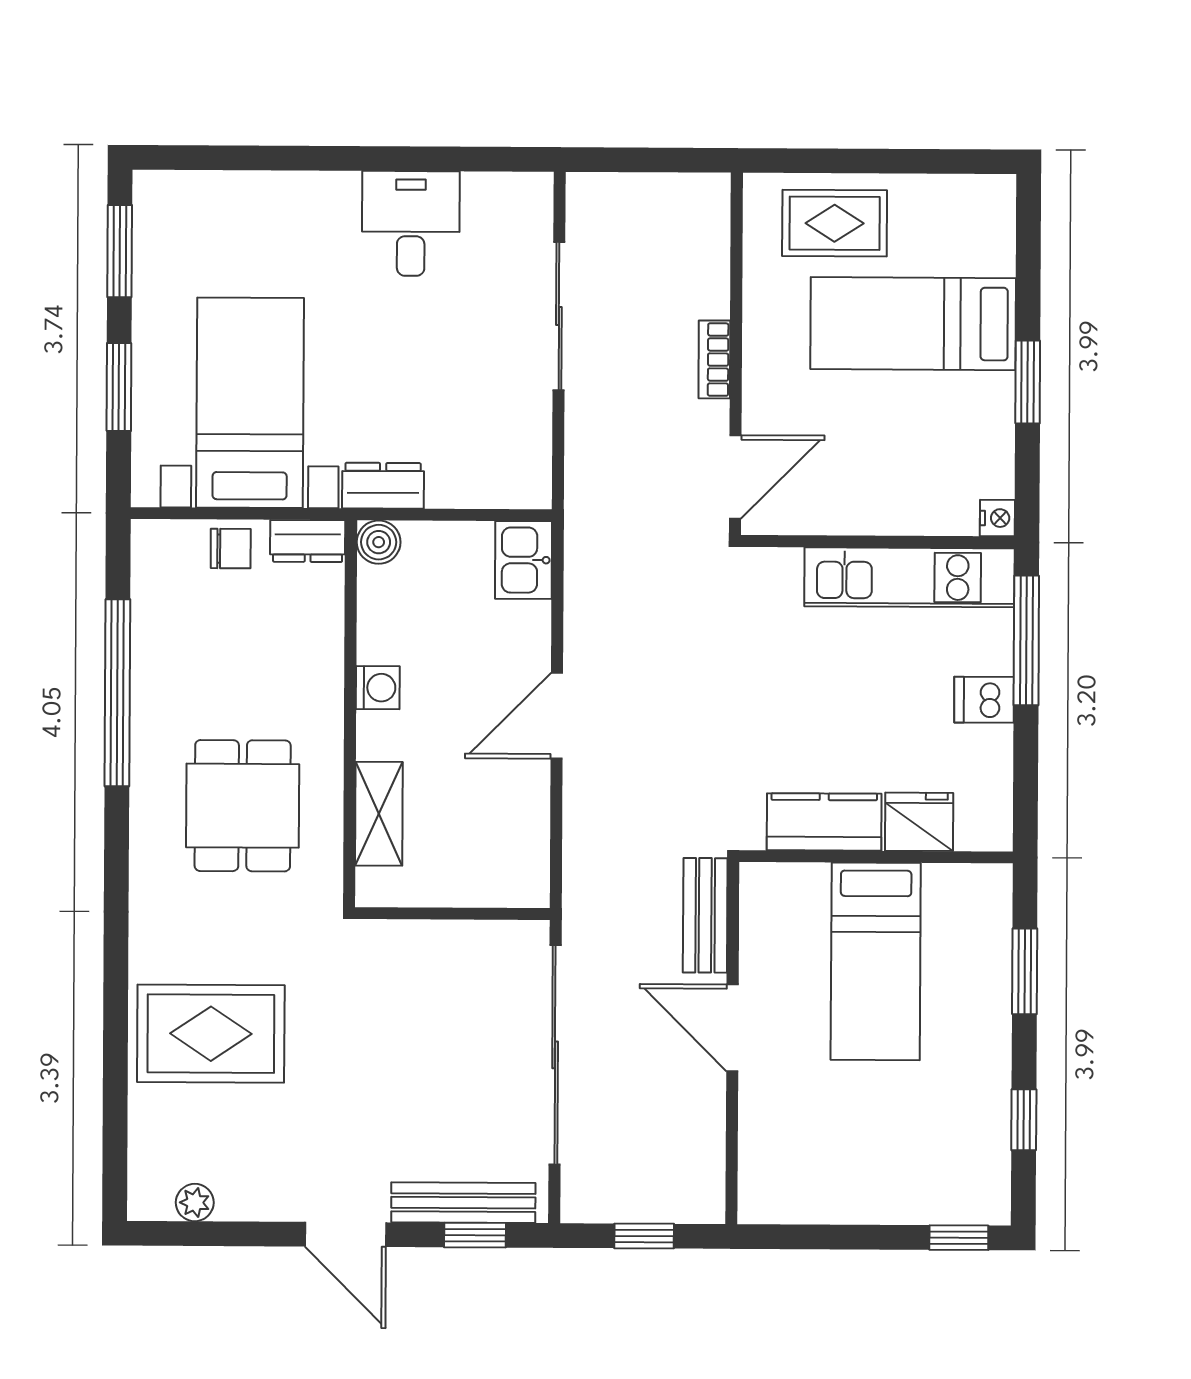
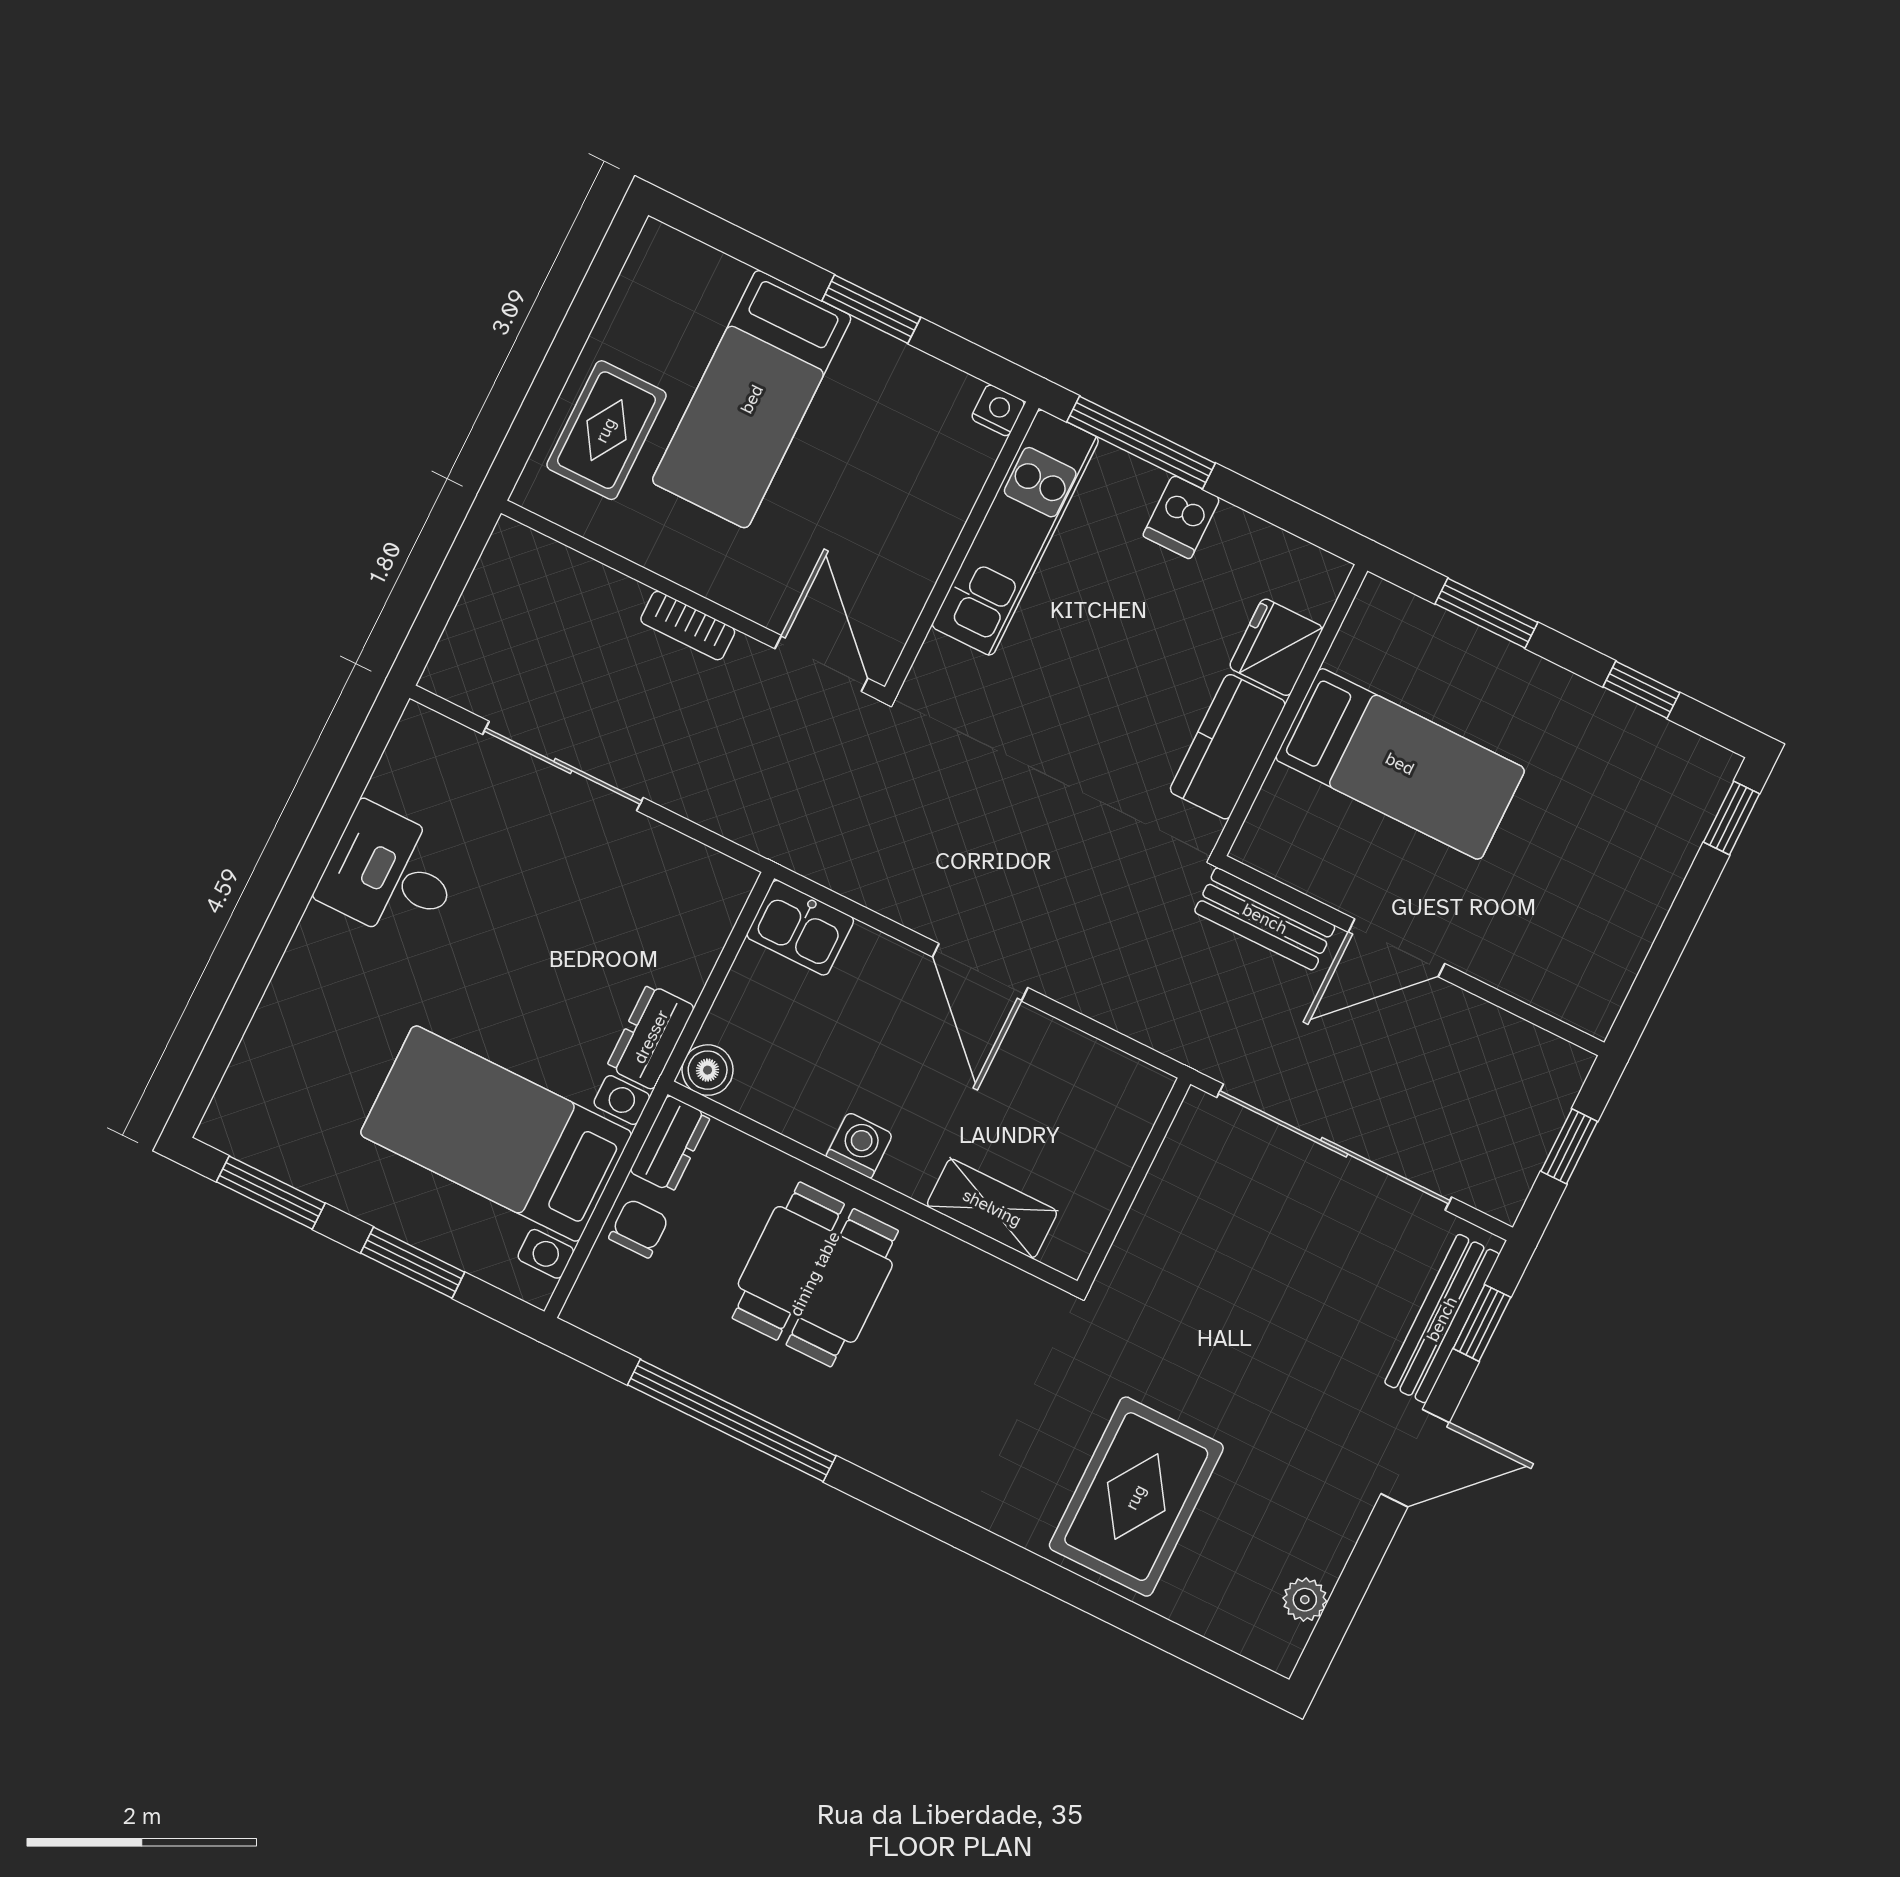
dining table: (243, 806) -> (815, 1274), moved, turned 90

